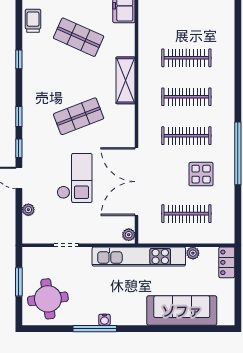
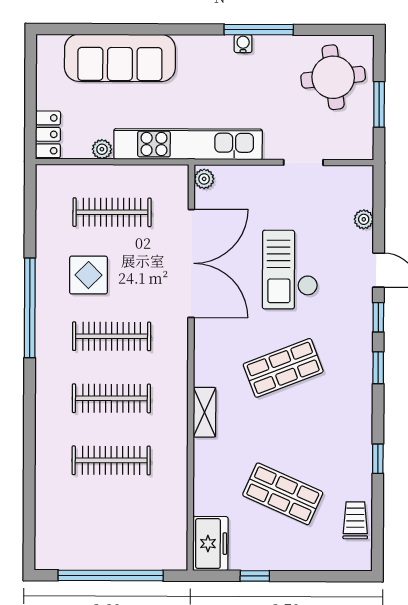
trolley: (33, 21) -> (355, 520), turned 180
shelving: (126, 80) -> (204, 412), width x0.67, depth x0.75

